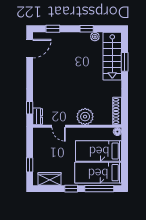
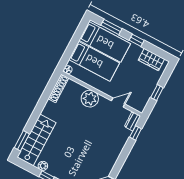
window: (125, 62) -> (22, 141), moved
door: (59, 126) -> (118, 102), hinge flipped
window: (30, 165) -> (157, 93), moved
window: (99, 189) -> (111, 27), width x0.69

